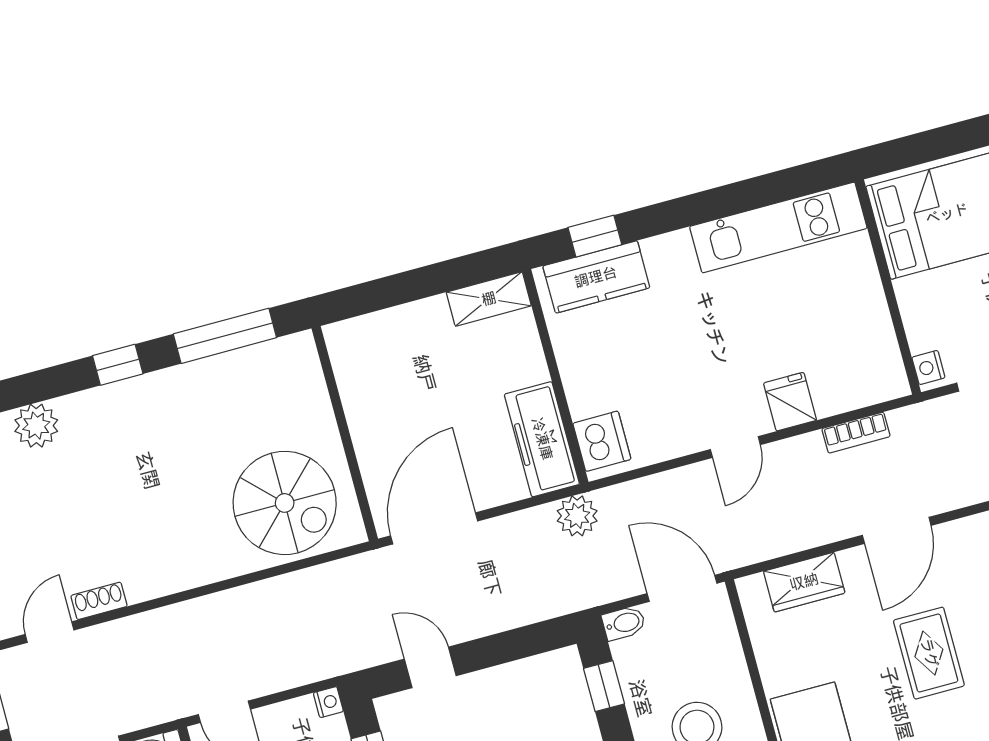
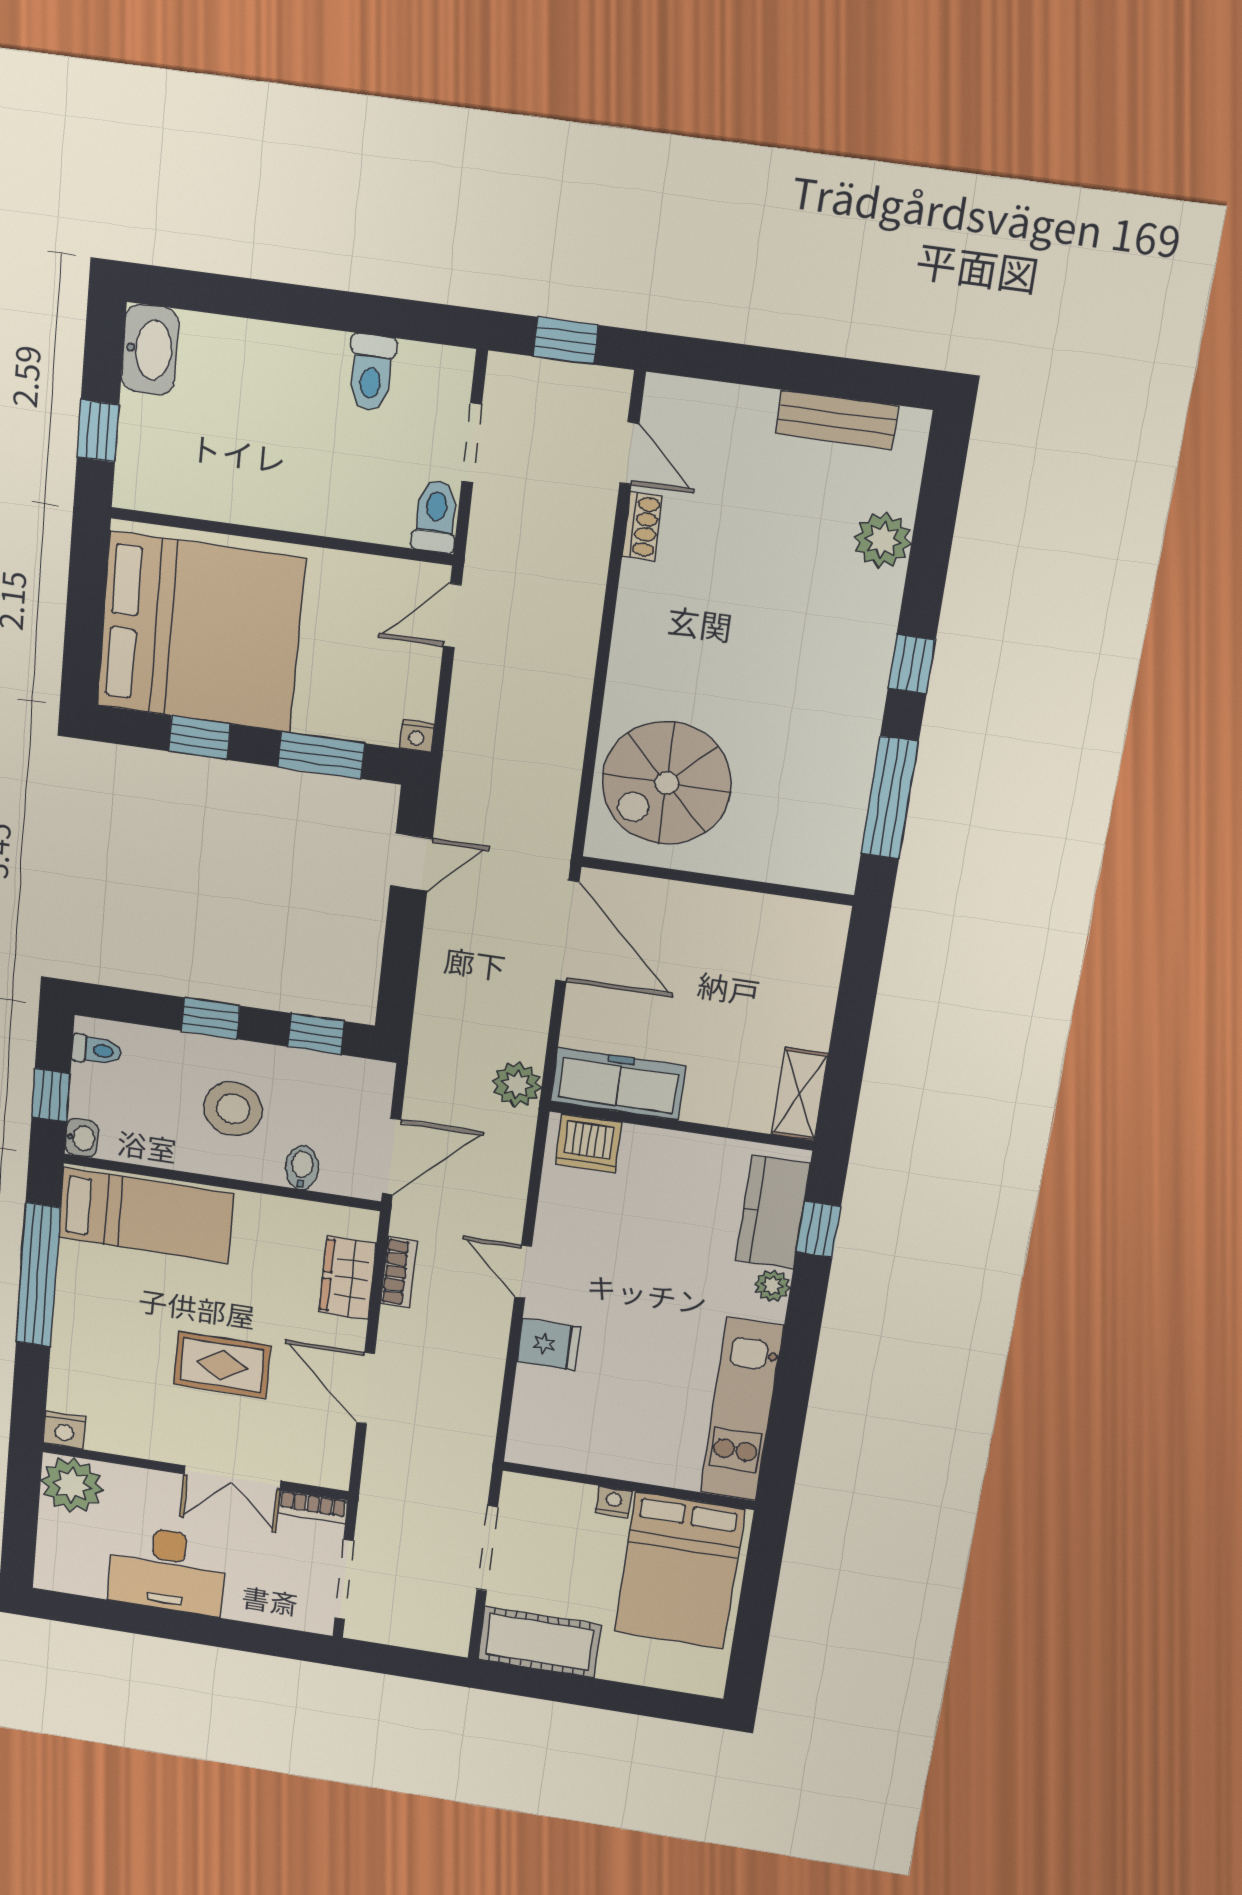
plant: (659, 250) -> (772, 1286), added
nightstand: (928, 367) -> (614, 1502), moved
bookcase: (856, 433) -> (399, 1272), moved, turned 180
bidet: (624, 623) -> (302, 1168), moved, turned 180

